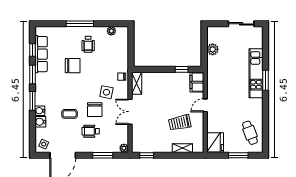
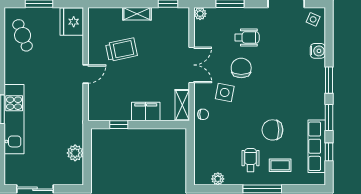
filing cabinet: (197, 82) -> (146, 111), moved, turned -90
water cooler: (40, 111) -> (318, 66), removed
coffee table: (70, 114) -> (280, 165), moved
shelving: (182, 148) -> (137, 14), moved

